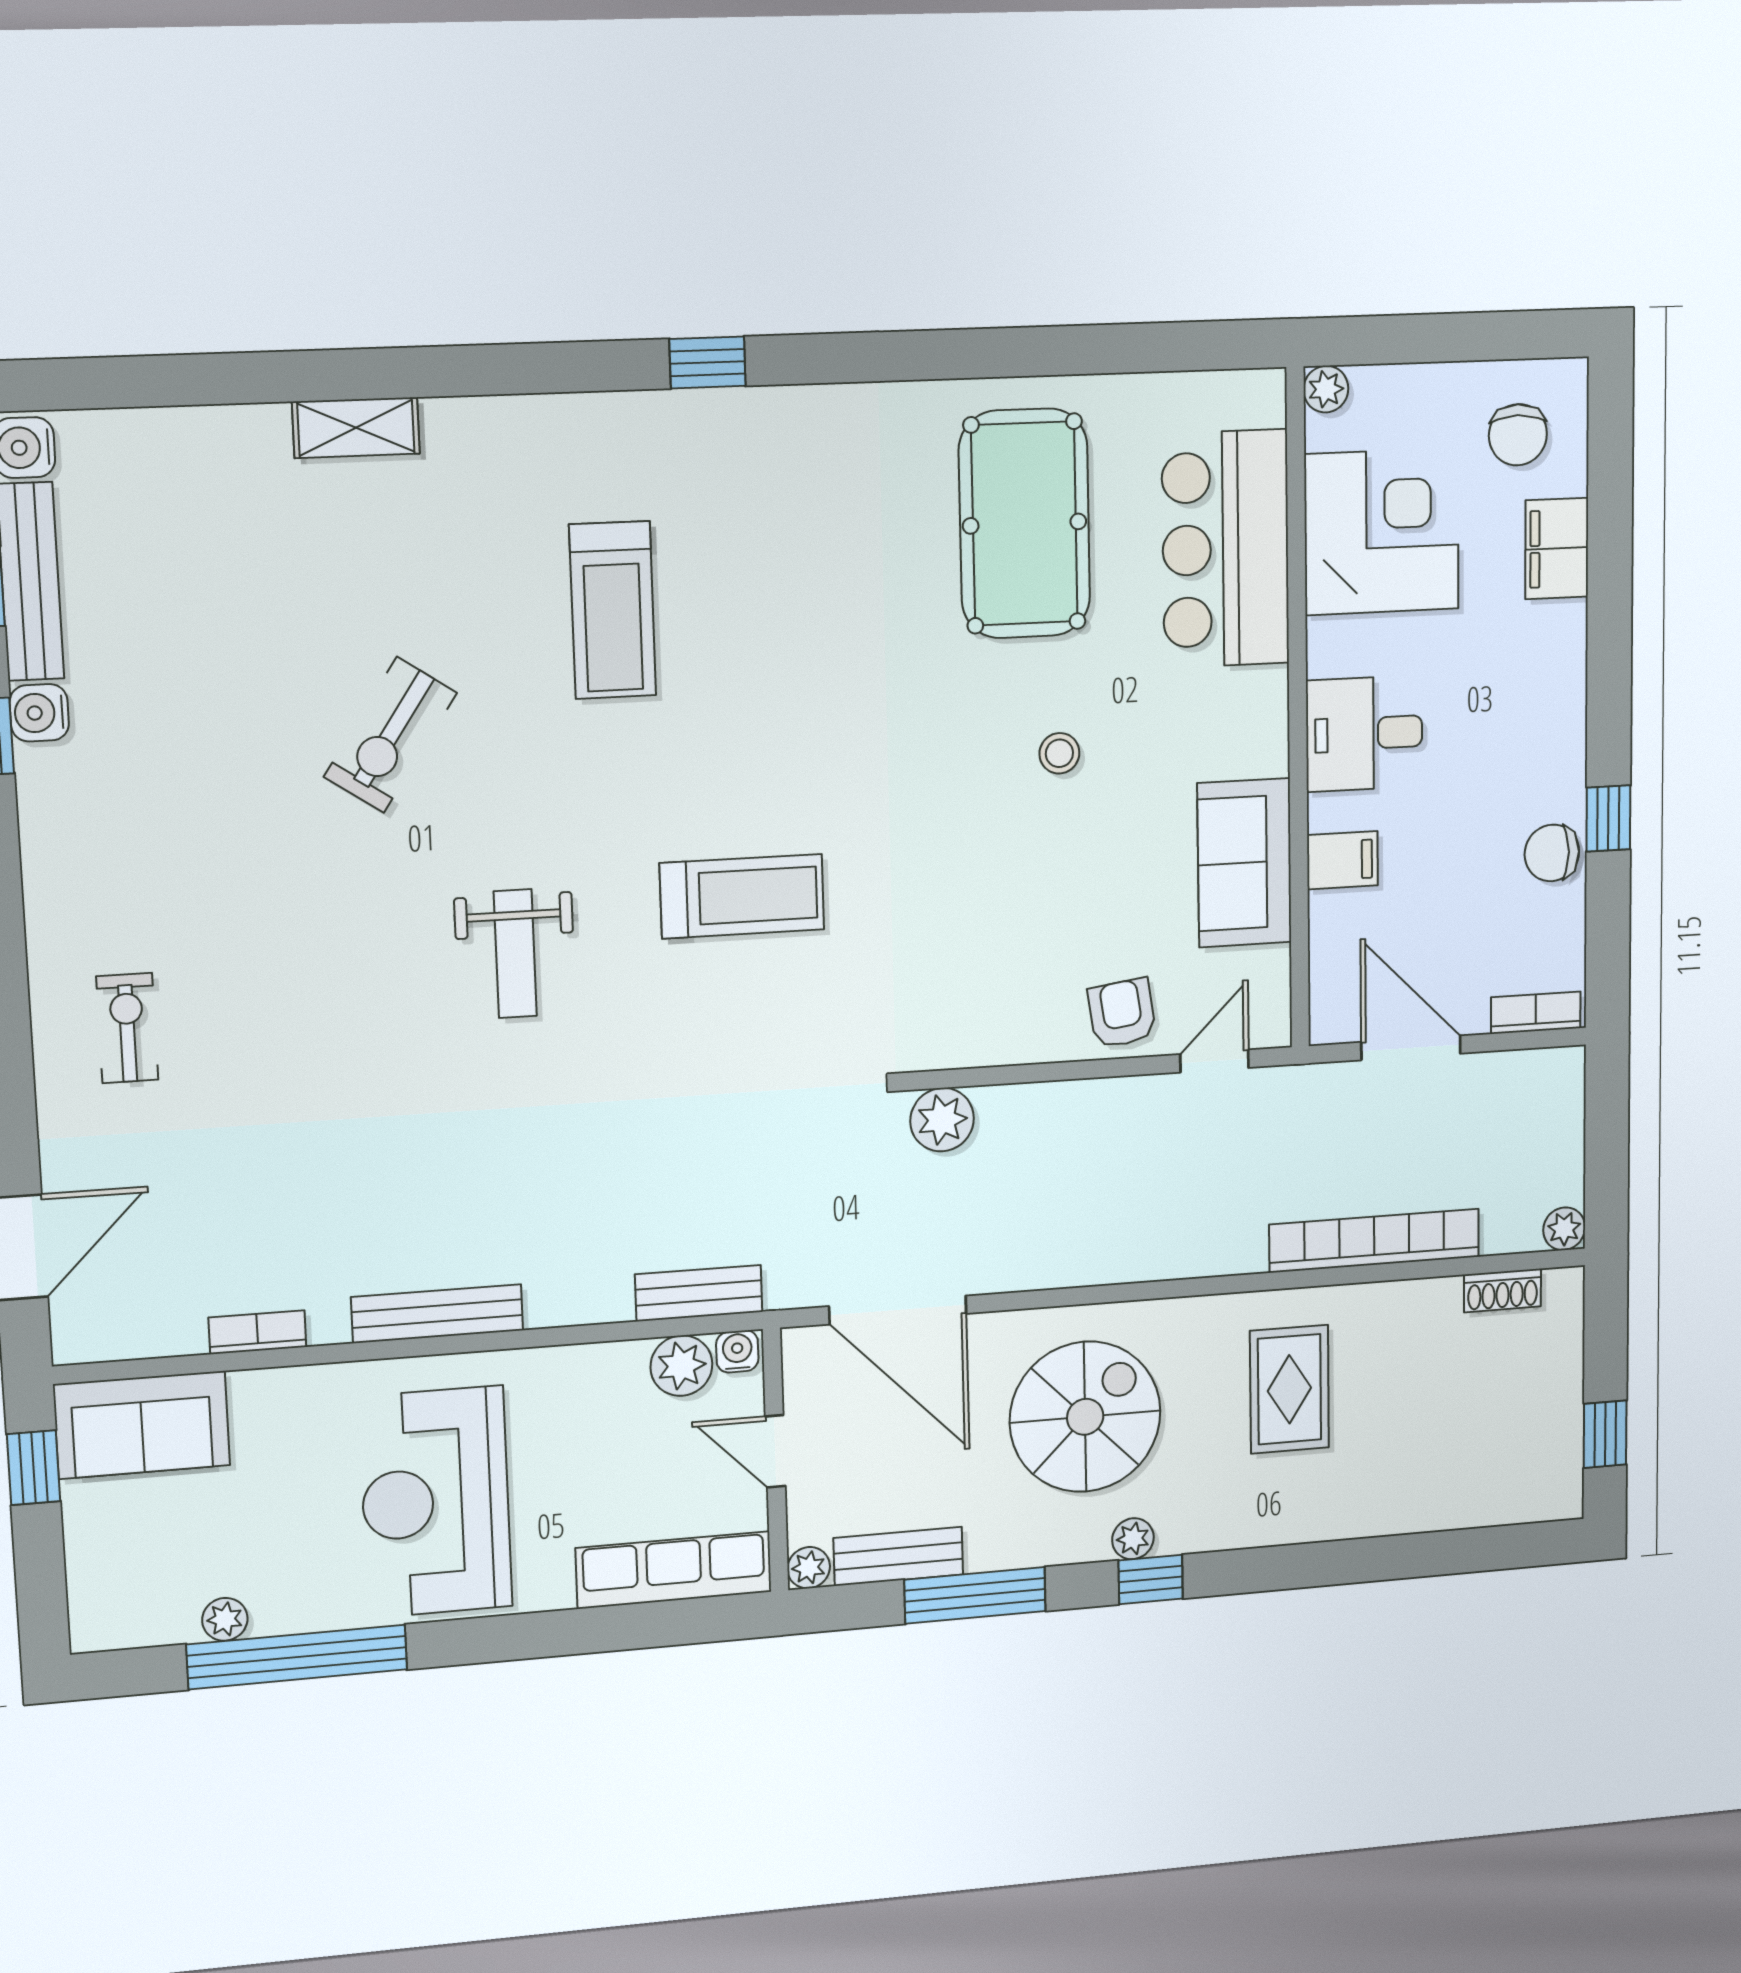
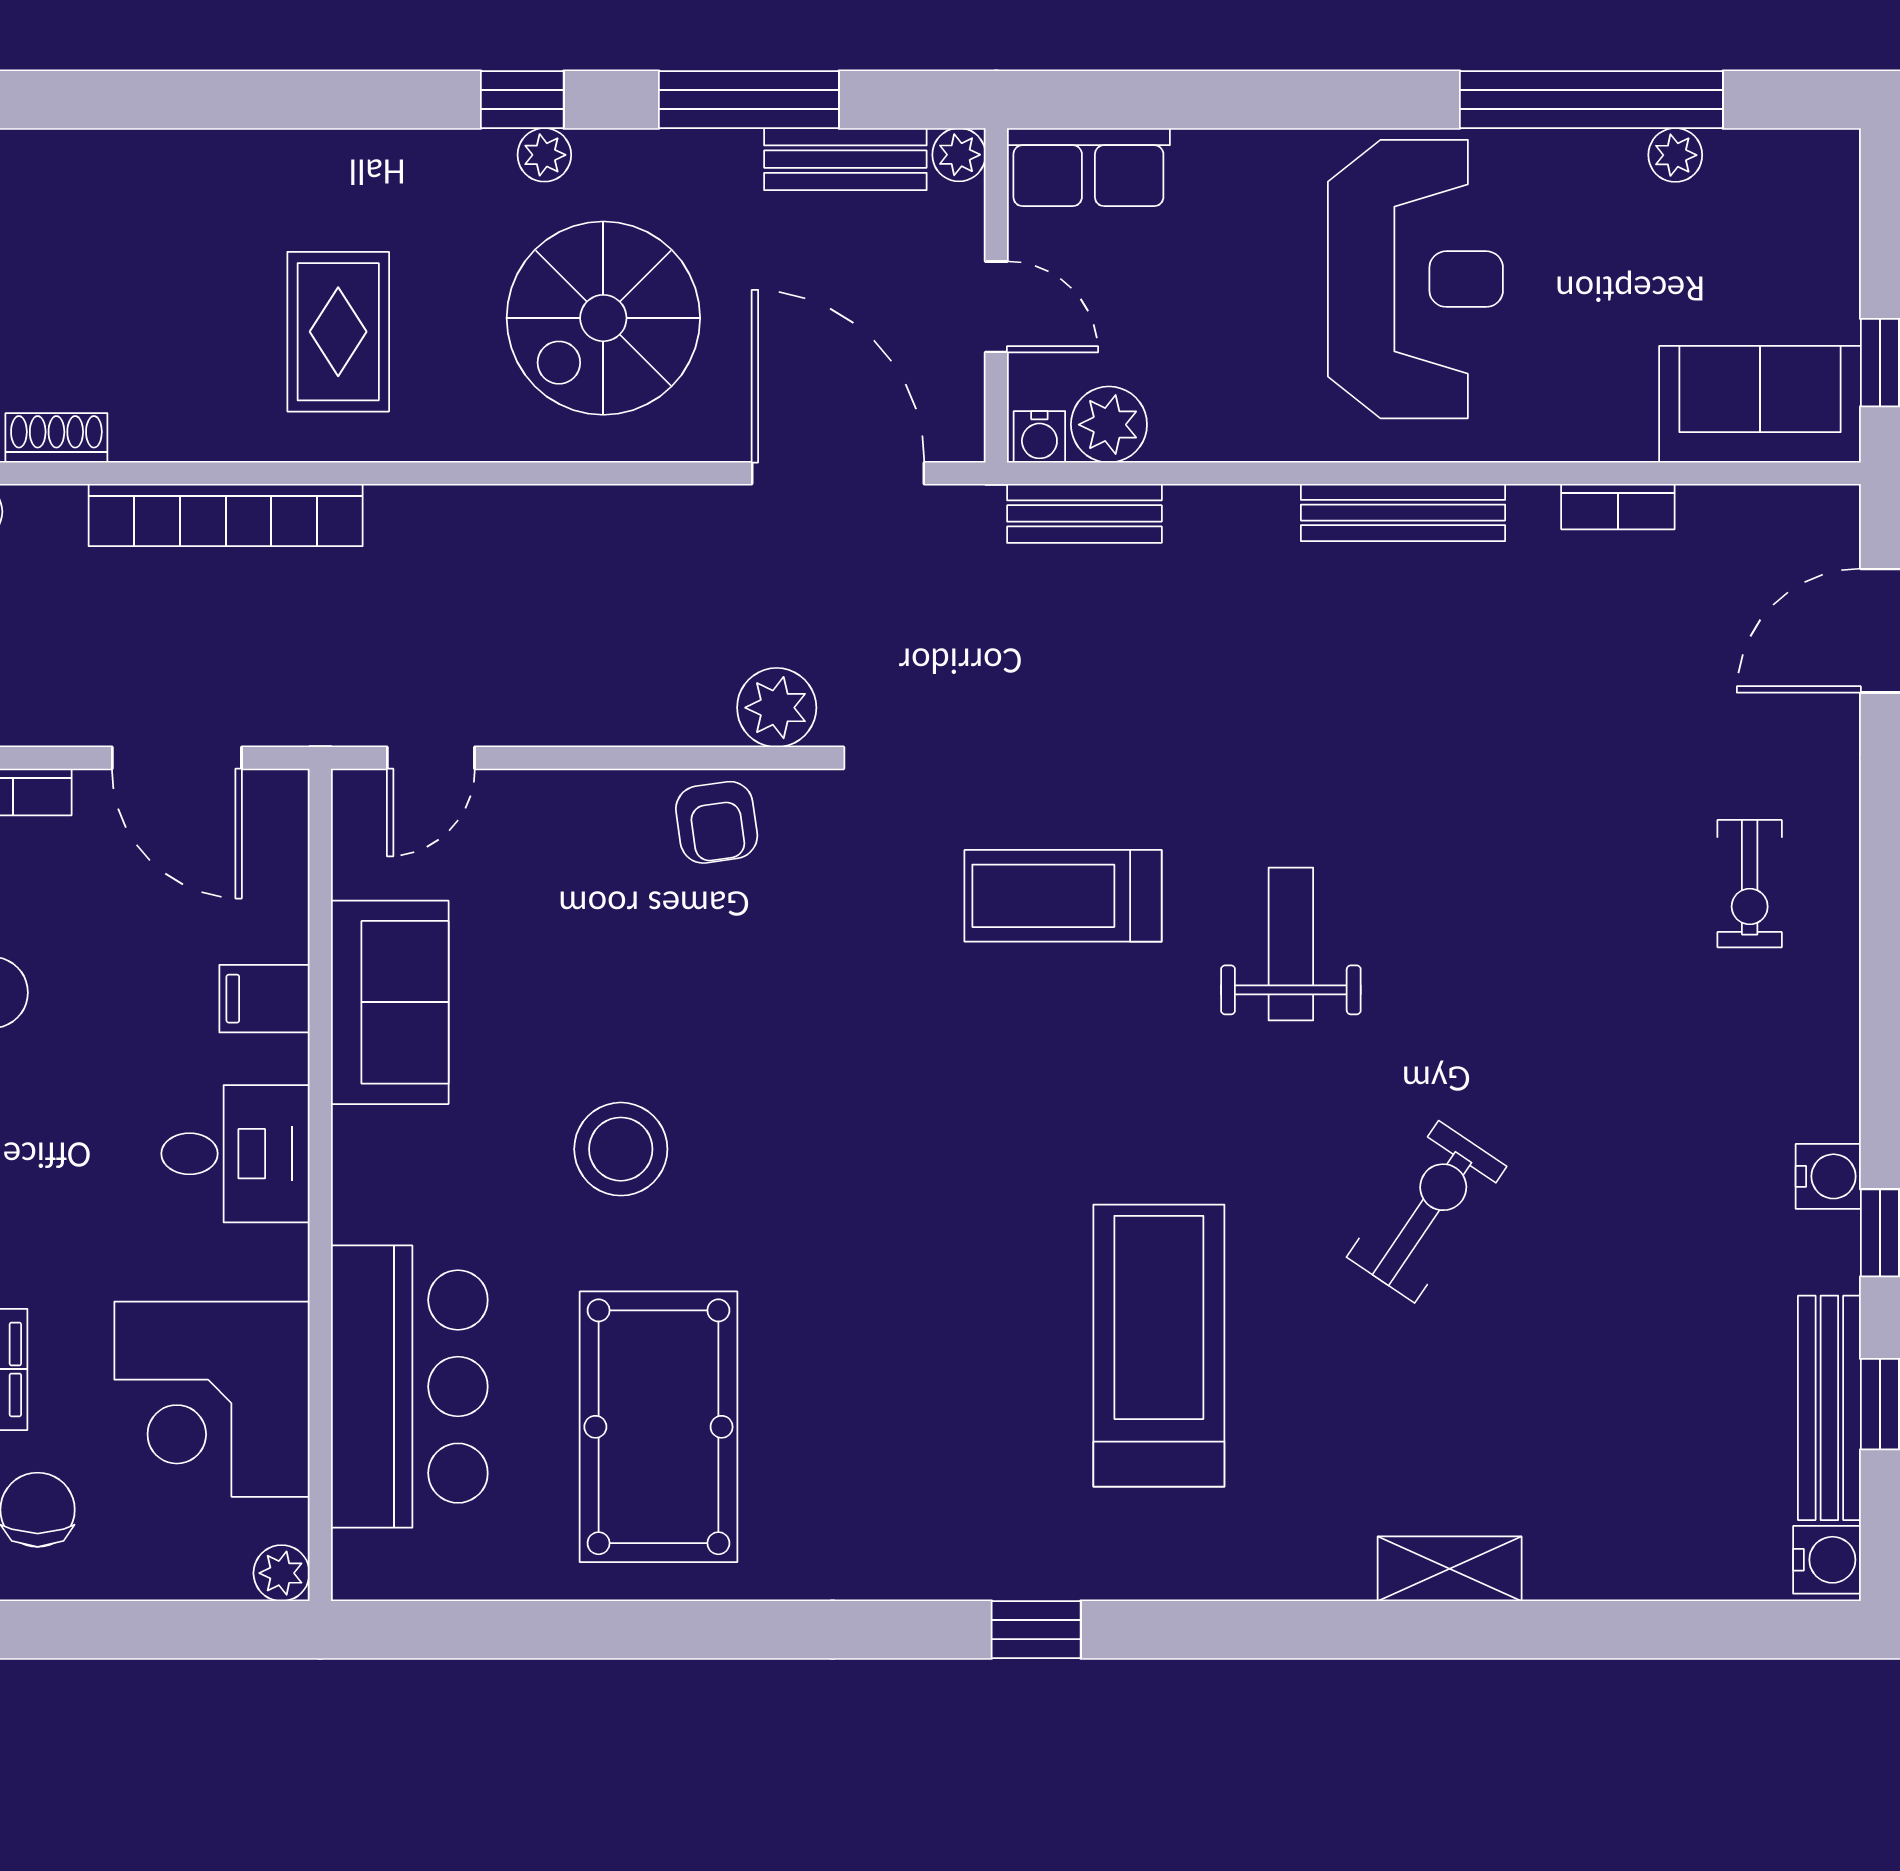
treadmill: (613, 610) -> (1159, 1346), width x1.37, depth x1.38
water cooler: (39, 713) -> (1828, 1176), moved
stool: (1059, 753) -> (621, 1149), width x1.89, depth x1.89
treadmill: (742, 896) -> (1063, 896), moved
armchair: (1122, 1013) -> (717, 822), moved
row of seats: (674, 1570) -> (1088, 167), width x0.68

